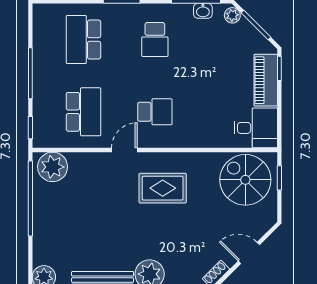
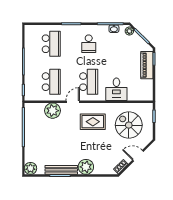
school desk: (83, 40) -> (51, 44), turned 180
school desk: (155, 112) -> (89, 82), width x1.85
desk: (256, 128) -> (116, 89), moved, turned 90
plant: (53, 167) -> (53, 111), moved
spiral stairs: (245, 180) -> (129, 125), moved

